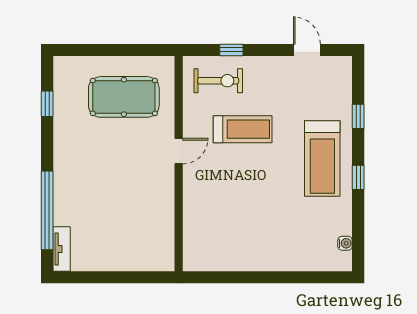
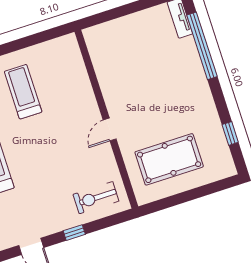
window: (231, 50) -> (74, 233), moved
treadmill: (243, 129) -> (23, 92), moved, turned 90

